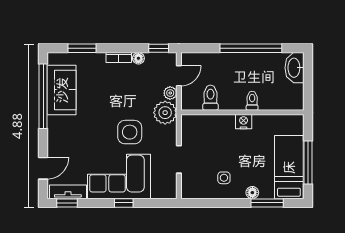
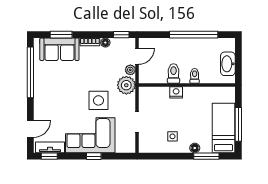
washbasin: (294, 68) -> (228, 64), moved
sofa: (62, 90) -> (59, 49), moved, turned 90
toilet: (210, 98) -> (173, 73), moved
nightstand: (244, 122) -> (176, 92), moved

